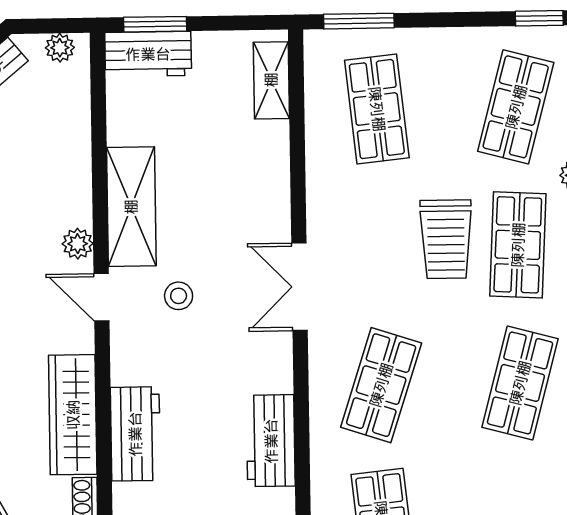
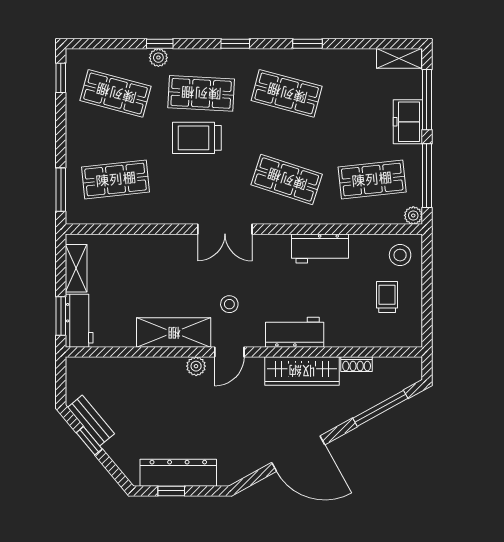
plant: (60, 48) -> (74, 375), removed
shelving: (271, 80) -> (76, 268), moved, turned 90
trolley: (446, 239) -> (197, 138), turned 180
workbench: (135, 434) -> (295, 332), moved

